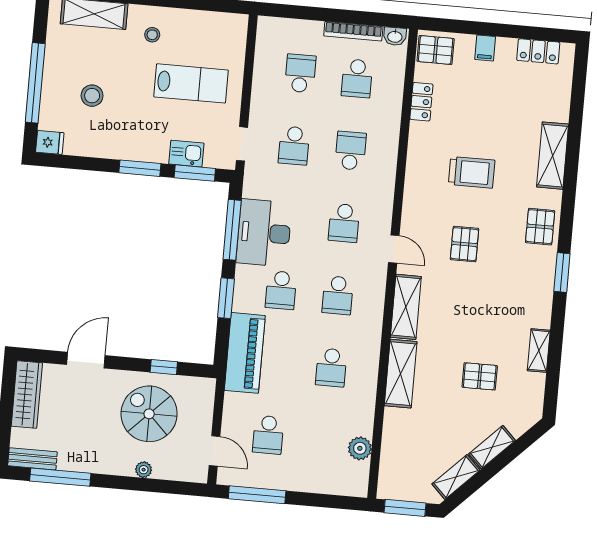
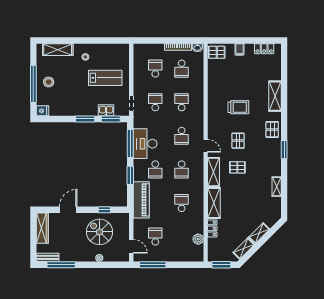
stool: (92, 96) -> (49, 82), moved
locker: (421, 102) -> (212, 228), moved
school desk: (294, 146) -> (155, 102), turned 180
school desk: (331, 367) -> (182, 203), turned 180
pallet: (480, 376) -> (237, 167), moved
school desk: (268, 435) -> (155, 237), turned 180

